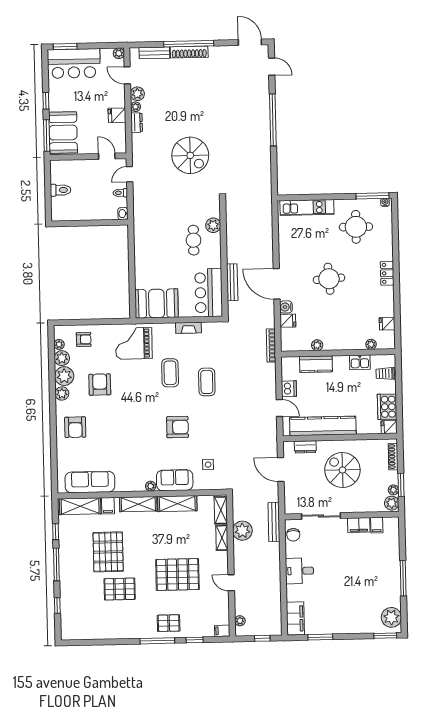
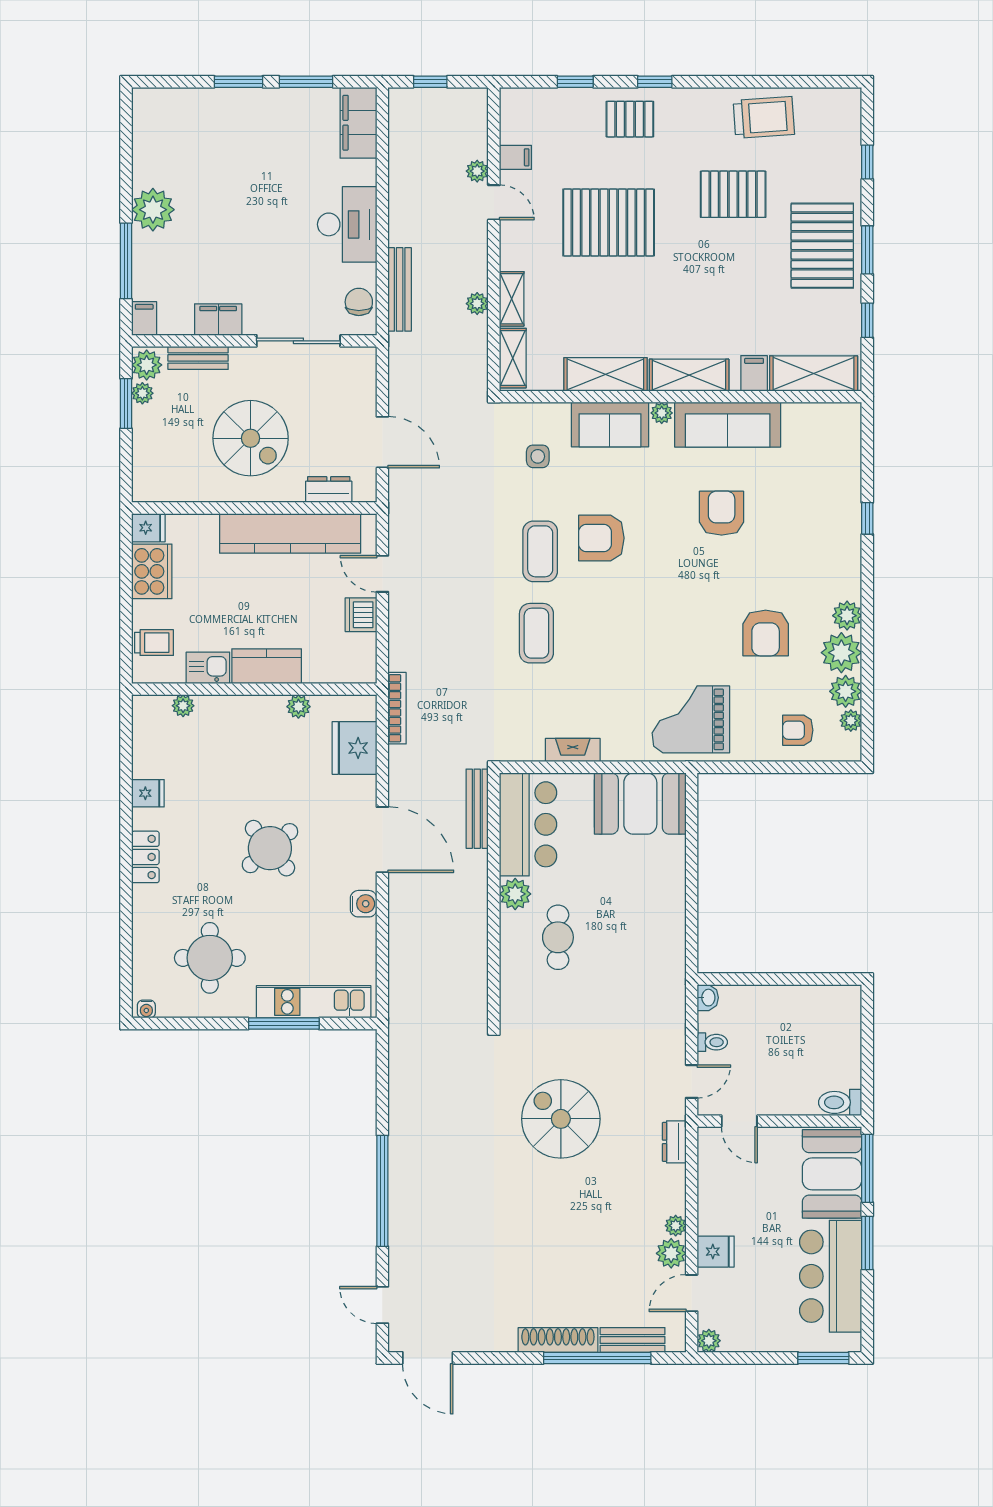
window: (189, 44) -> (597, 1358), moved
bar counter: (74, 63) -> (831, 1276), moved, turned -90
door: (127, 75) -> (692, 1293), swing flipped
window: (46, 101) -> (867, 1243), width x1.50
fridge: (117, 115) -> (716, 1252), moved
dresser: (137, 123) -> (674, 1142), moved
toilet: (61, 190) -> (840, 1102), moved
window: (372, 196) -> (284, 1024), moved
plant: (213, 225) -> (515, 894), moved
round table: (329, 279) -> (270, 848), turned -36
bench: (232, 282) -> (477, 809), moved
water cooler: (286, 307) -> (364, 904), moved
fridge: (288, 321) -> (354, 748), width x1.88, depth x1.34
fridge: (387, 324) -> (148, 793), moved
grand piano: (134, 343) -> (691, 719), turned 180
kitchen counter: (316, 364) -> (267, 666), moved
coffee table: (170, 373) -> (540, 551), moved
armchair: (75, 427) -> (722, 513), moved
window: (54, 439) -> (867, 518), added
shoe rack: (393, 457) -> (141, 465), removed
sofa: (90, 482) -> (728, 425), moved
bench: (368, 507) -> (198, 358), added
bench: (274, 522) -> (400, 289), moved
filing cabinet: (377, 525) -> (144, 319), moved
plant: (242, 531) -> (477, 304), width x0.53, depth x0.53
pallet: (108, 552) -> (822, 246), moved
window: (56, 564) -> (867, 250), width x0.69
desk: (300, 571) -> (347, 224), width x1.37
window: (403, 578) -> (126, 261), moved
plant: (391, 617) -> (153, 210), moved
plant: (240, 621) -> (477, 171), moved
trolley: (106, 625) -> (764, 117), added
filing cabinet: (222, 631) -> (515, 157), moved
window: (385, 636) -> (238, 82), moved
window: (157, 641) -> (655, 82), width x0.46

